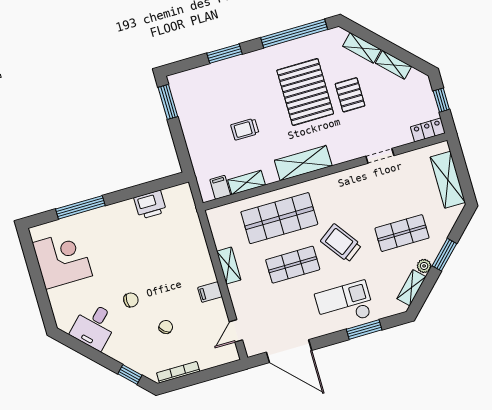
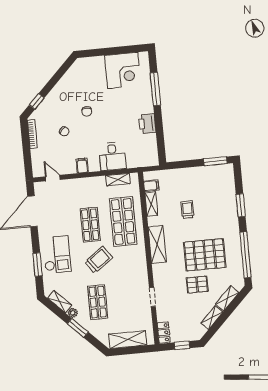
printer: (150, 205) -> (147, 124), moved
shelving: (229, 266) -> (118, 180), moved
desk: (94, 326) -> (112, 156), moved, turned -135

